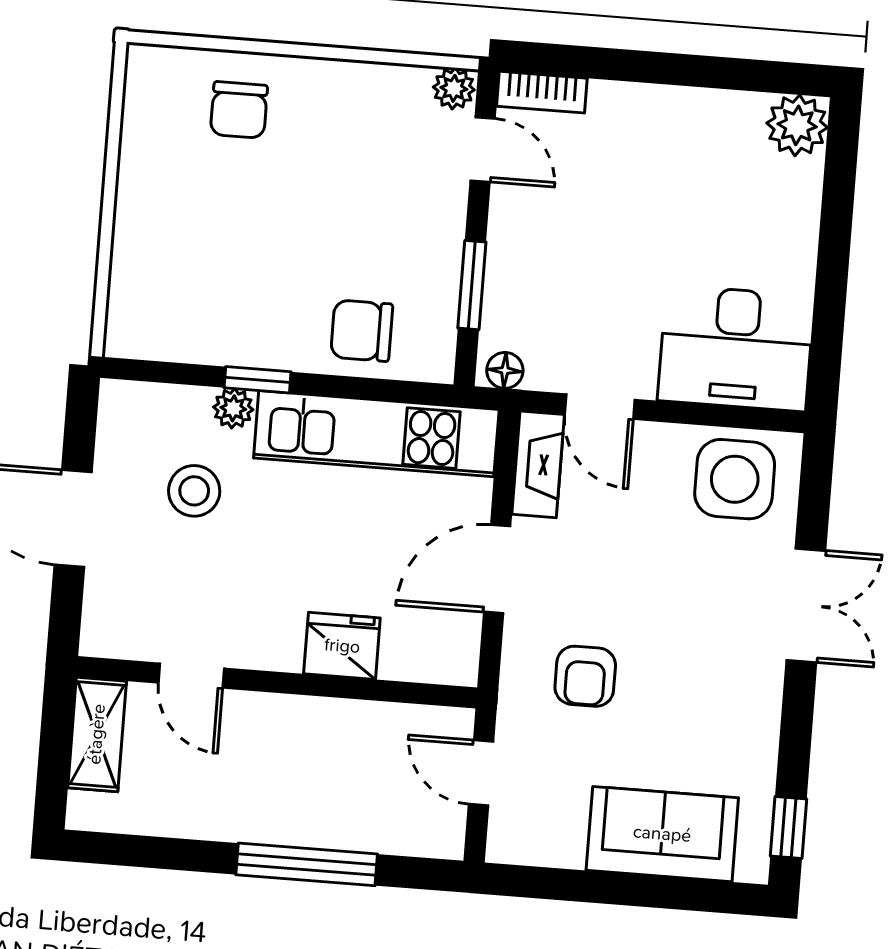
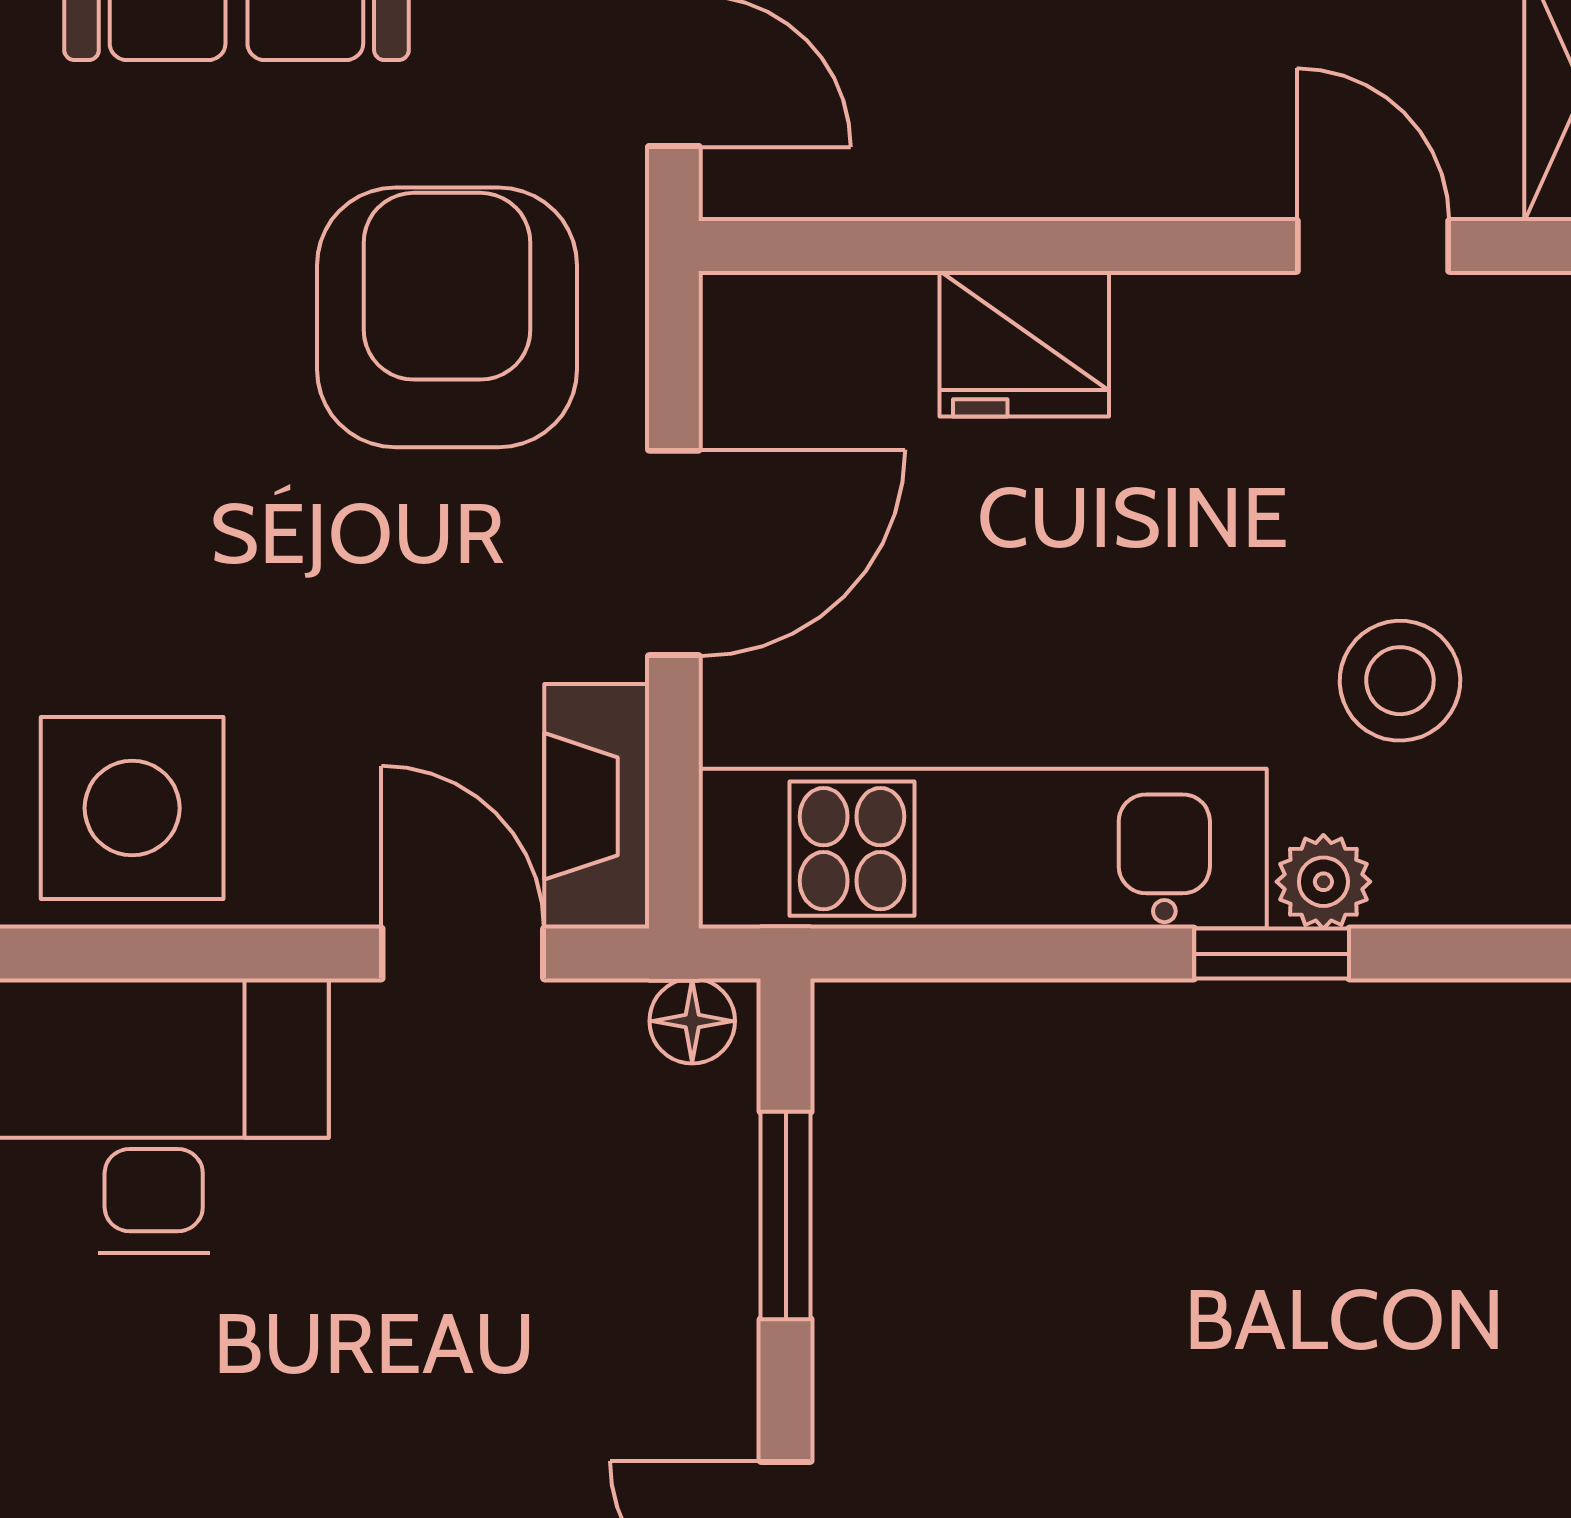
chair: (362, 331) -> (1036, 1088), removed
armchair: (585, 676) -> (447, 317), width x1.88, depth x1.88

